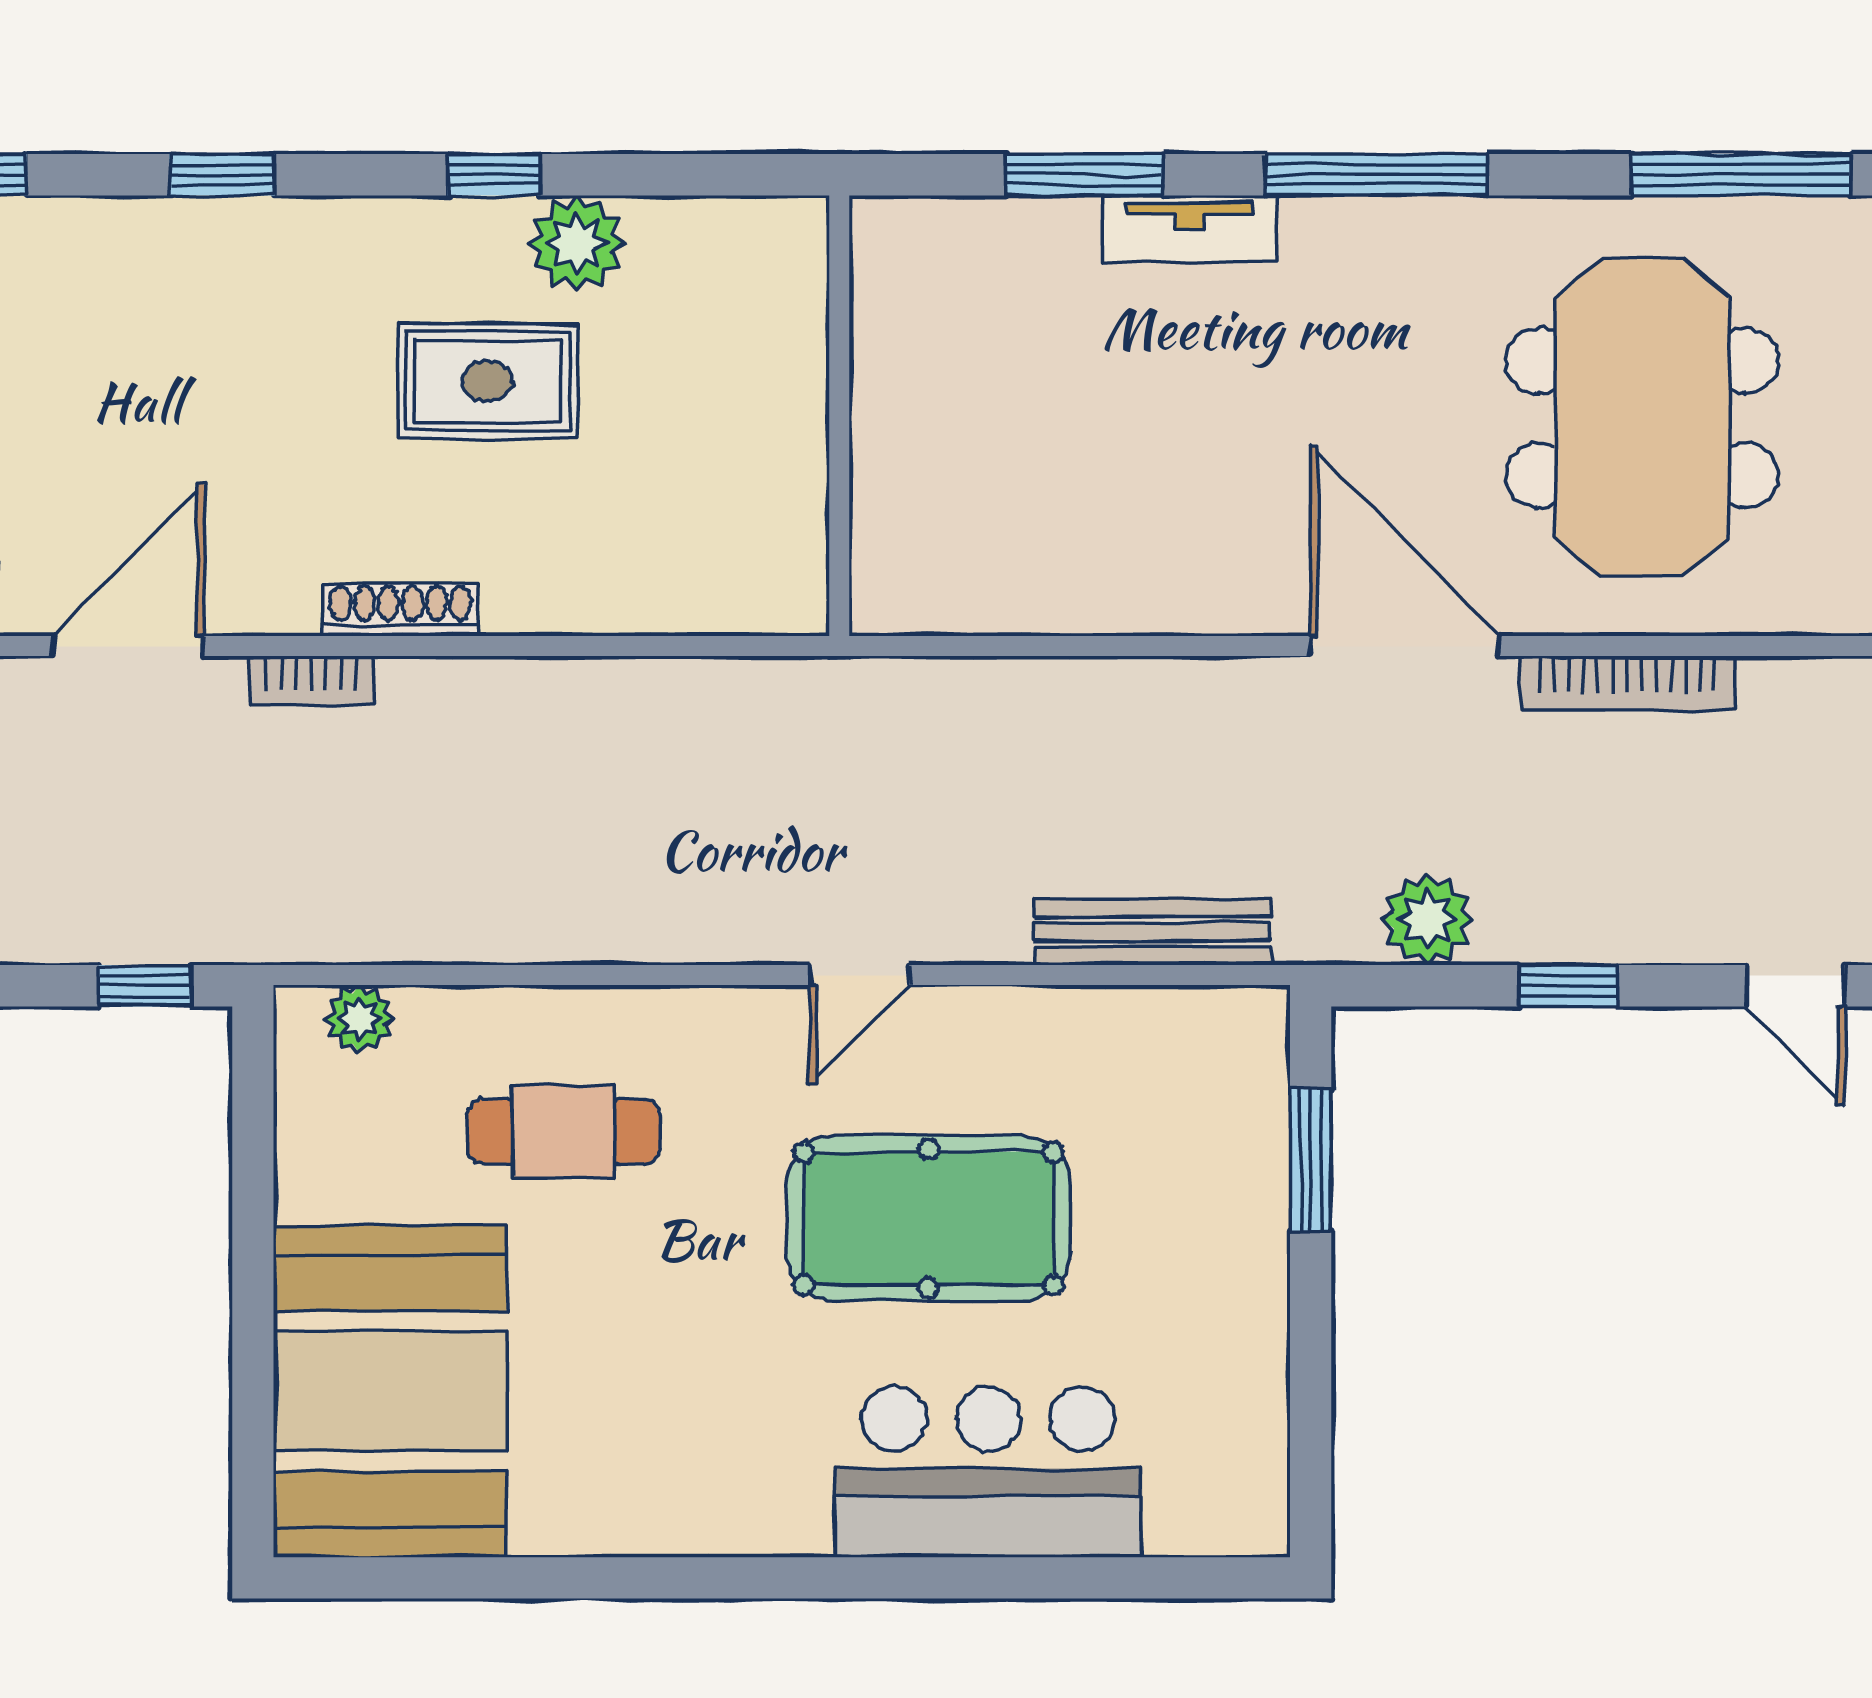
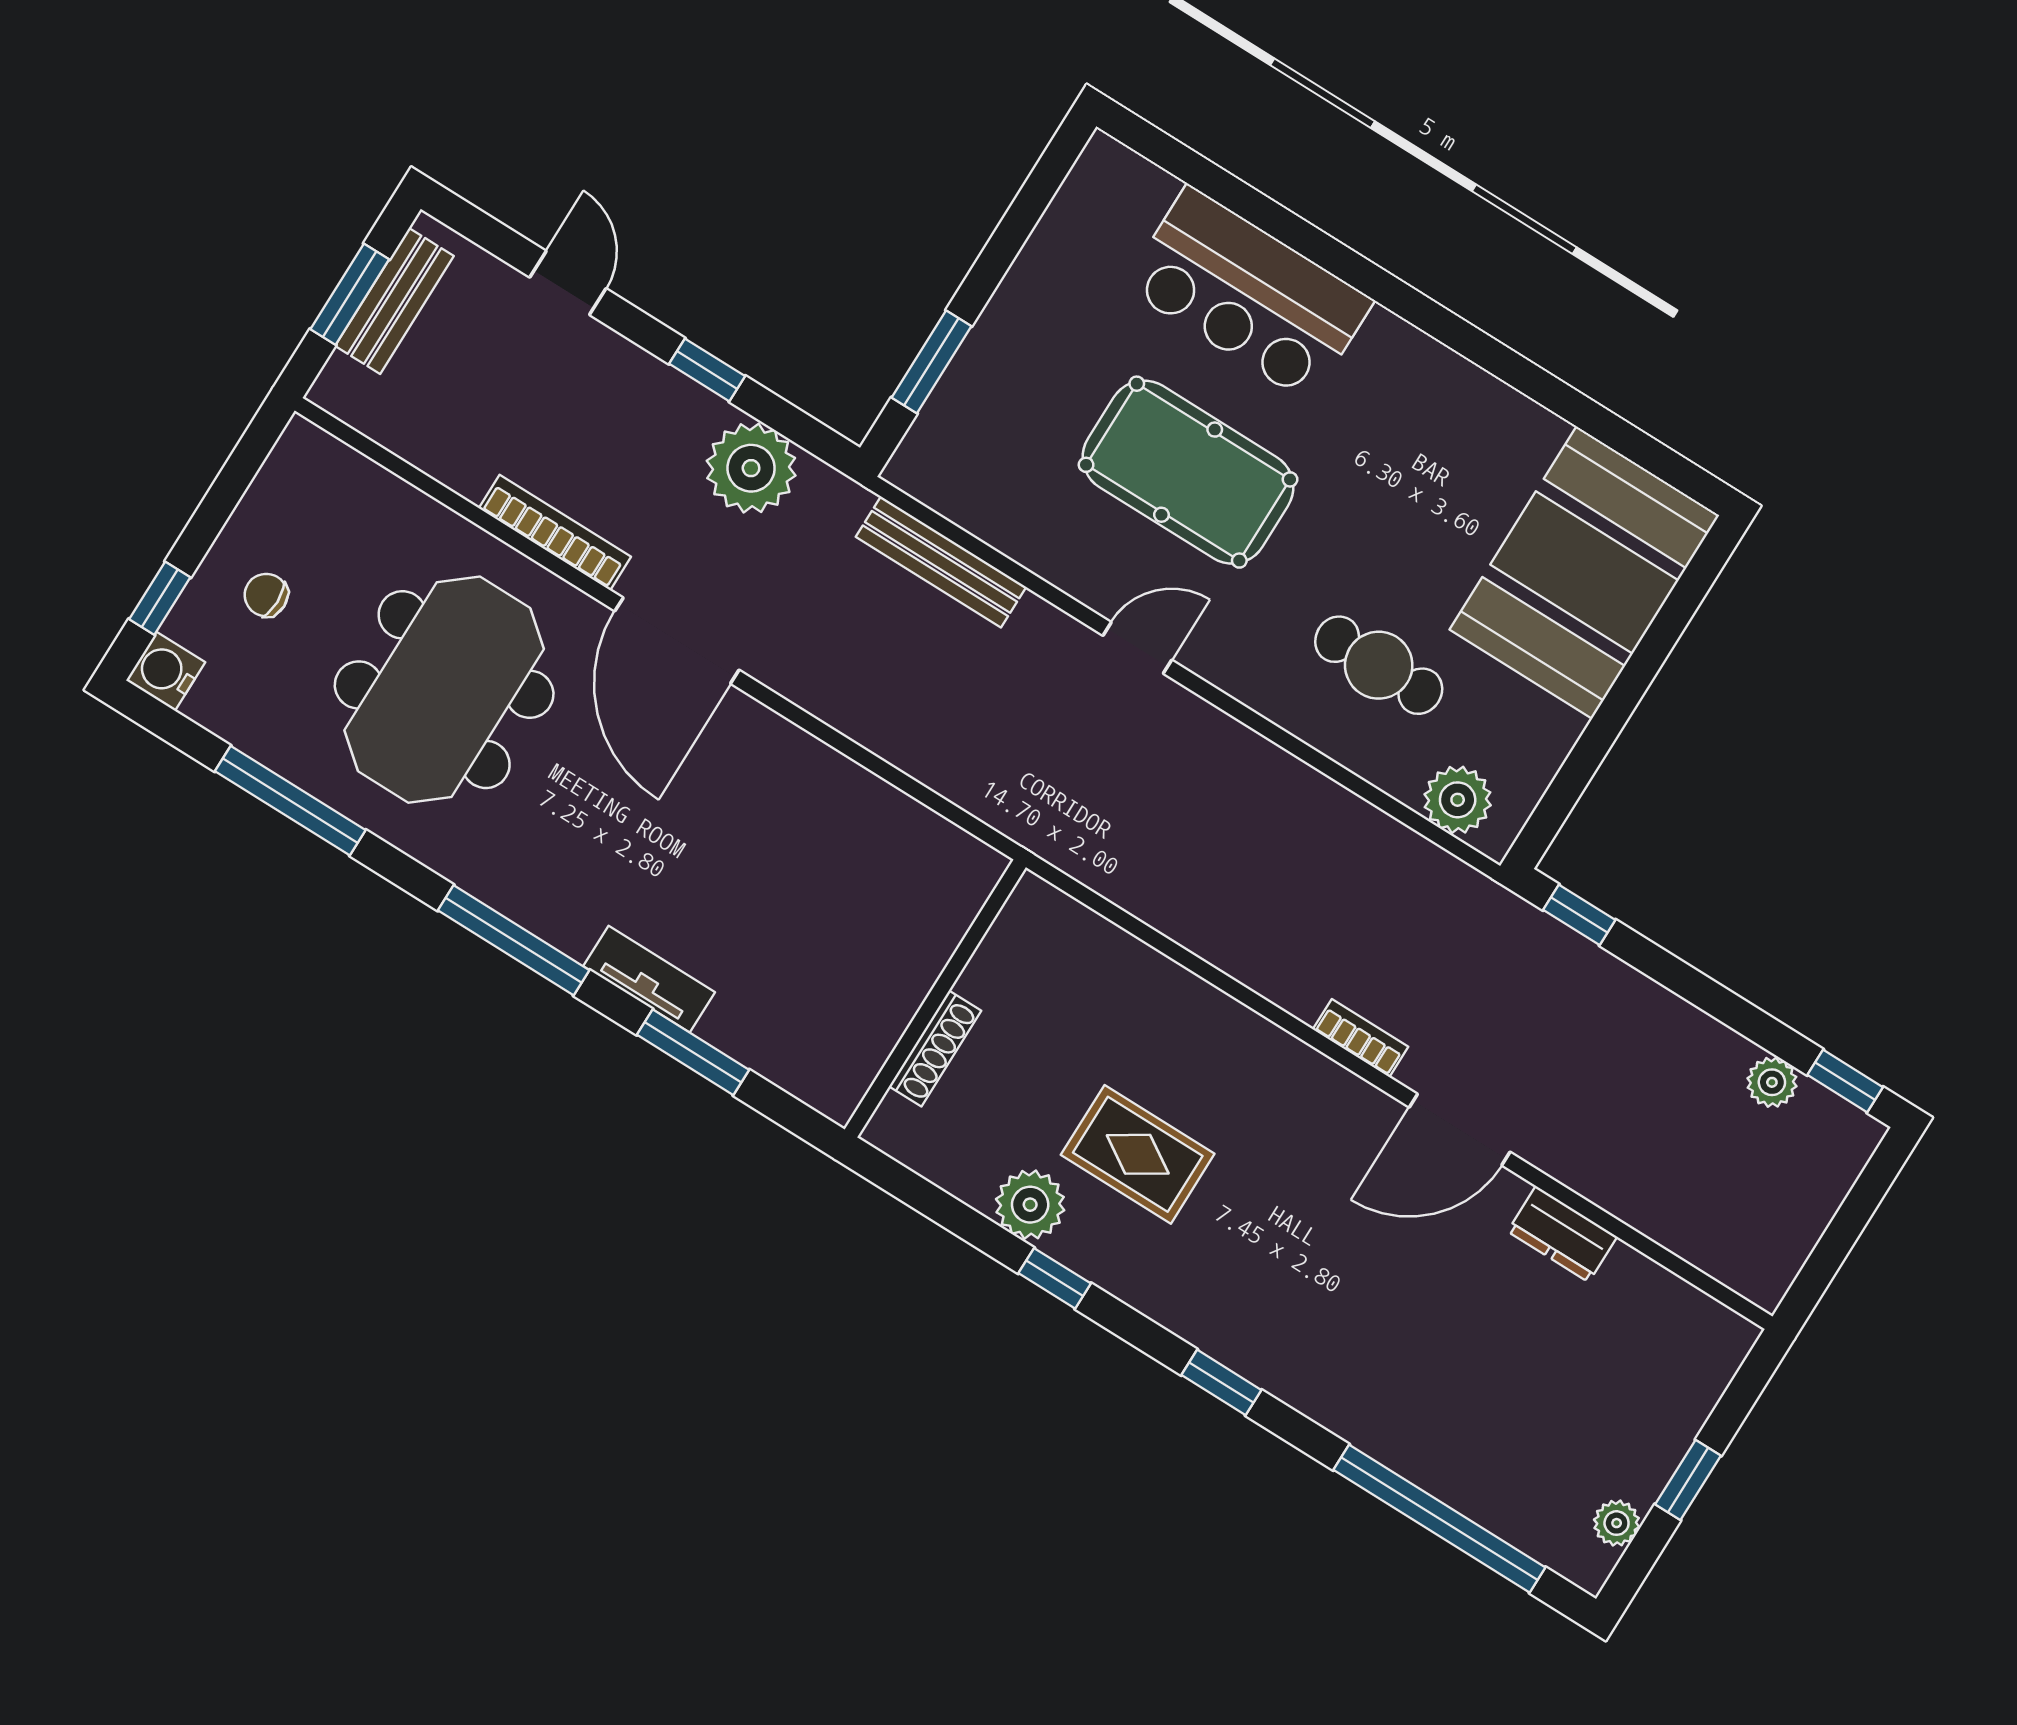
shoe rack: (400, 610) -> (935, 1048), moved, turned -90
plant: (1428, 919) -> (751, 468), width x1.36, depth x1.36
plant: (359, 1019) -> (1458, 800), width x1.38, depth x1.38

